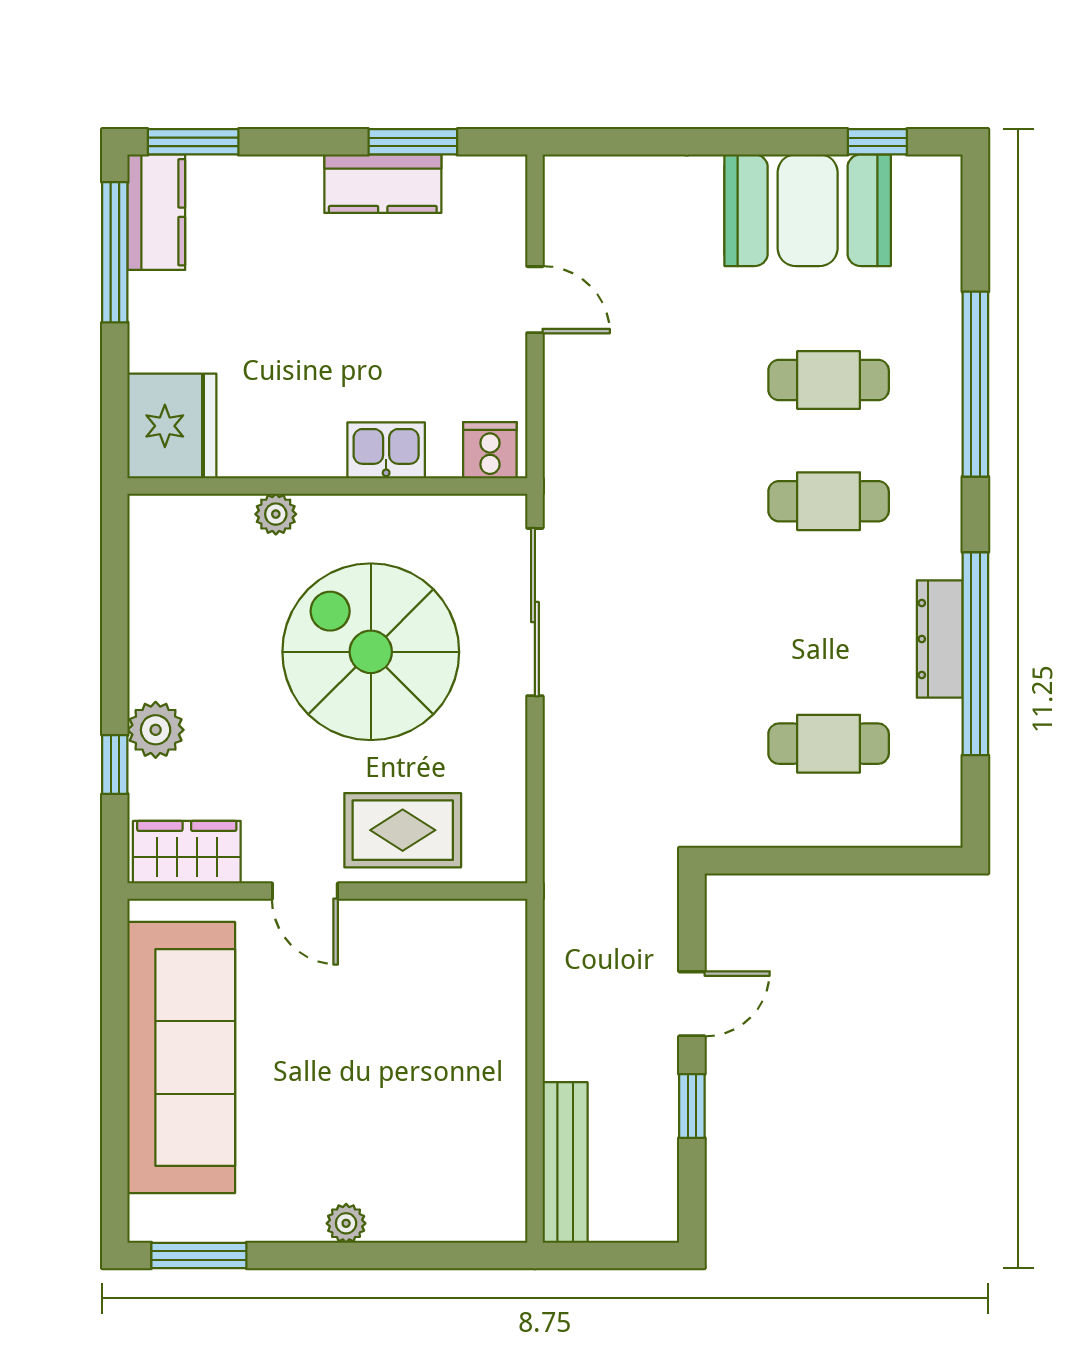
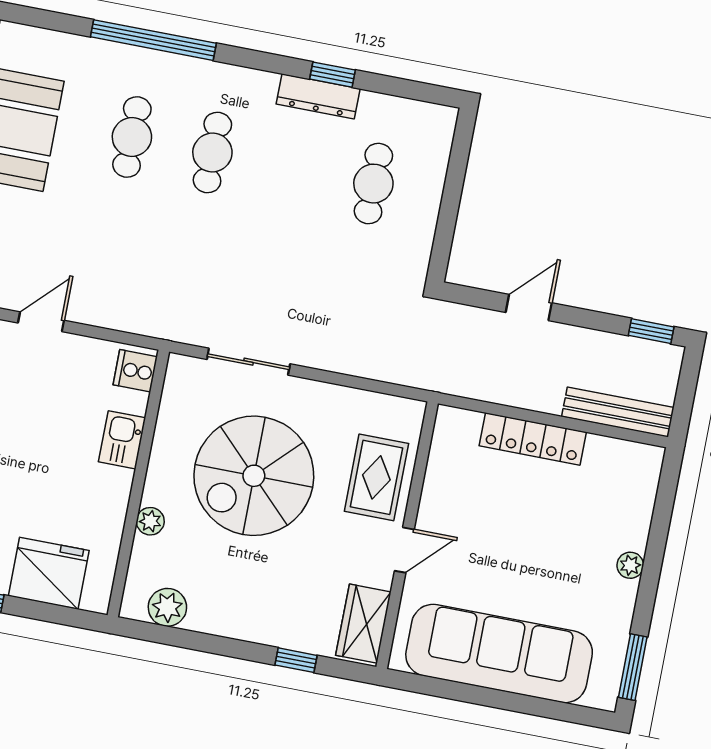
fridge: (172, 426) -> (49, 573), moved
sliding door: (535, 612) -> (248, 362), width x0.73
window: (975, 654) -> (332, 75), width x0.32
plant: (156, 730) -> (167, 607), moved
door: (692, 1004) -> (529, 308), hinge flipped
locker: (502, 1047) -> (533, 439), added
window: (692, 1106) -> (651, 331), moved

